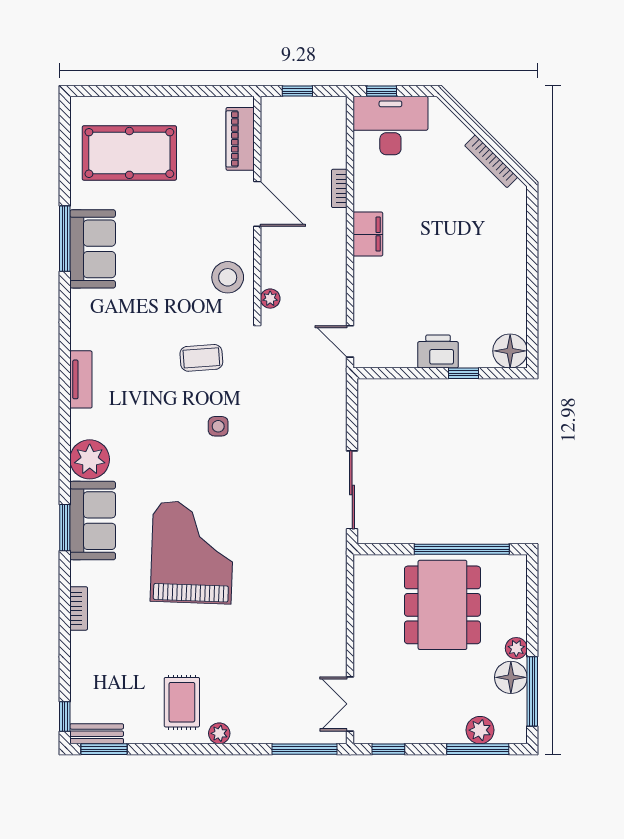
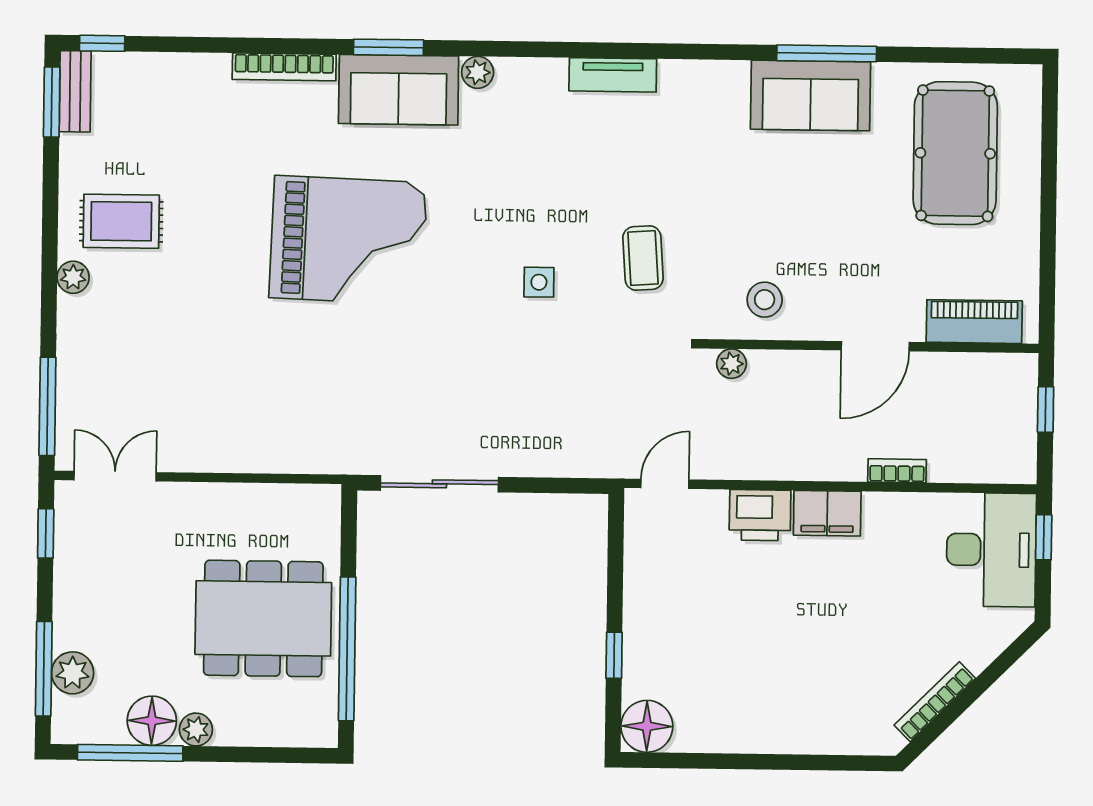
stool: (228, 277) -> (765, 300), width x0.73, depth x0.73
printer: (438, 351) -> (760, 515), moved, turned 90
plant: (90, 459) -> (478, 72), width x0.53, depth x0.53
bookcase: (79, 608) -> (284, 67), width x1.56

